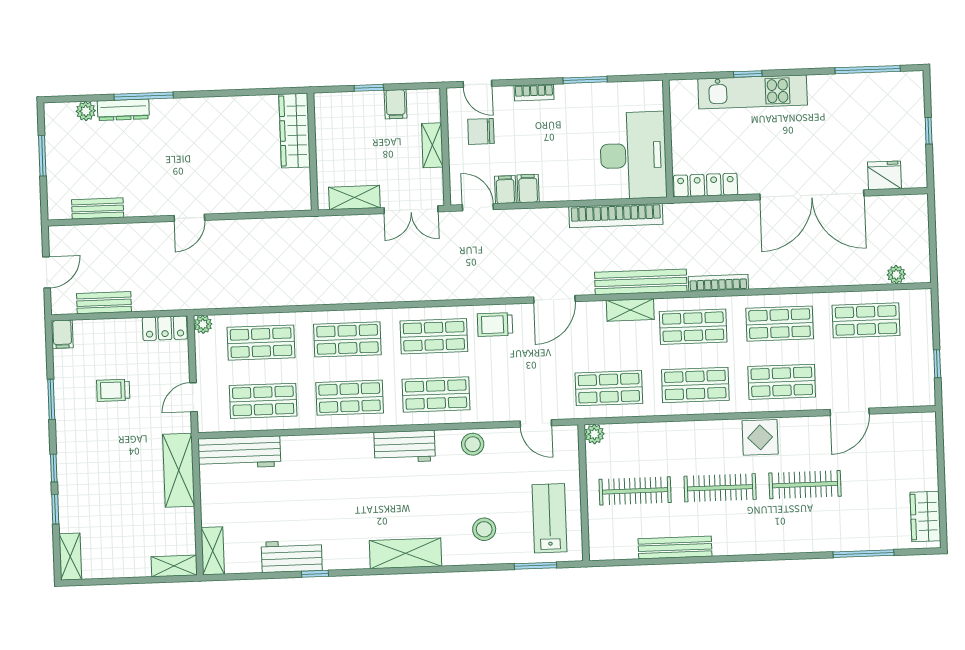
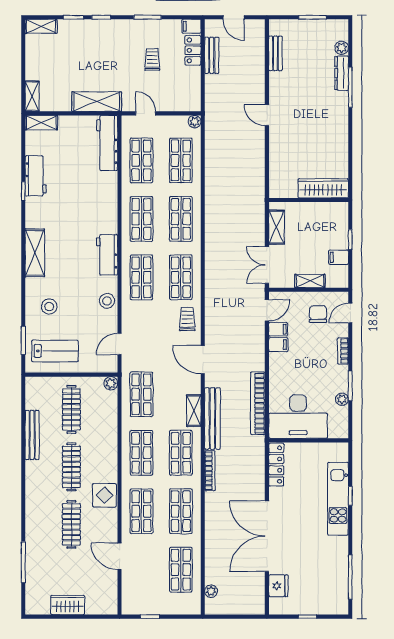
plant: (605, 91) -> (342, 399), added
locker: (165, 328) -> (193, 50), moved
wardrobe: (925, 517) -> (68, 605), moved

